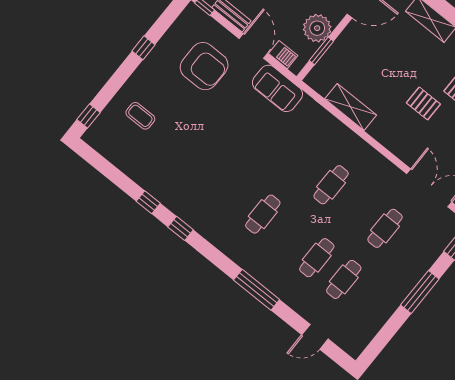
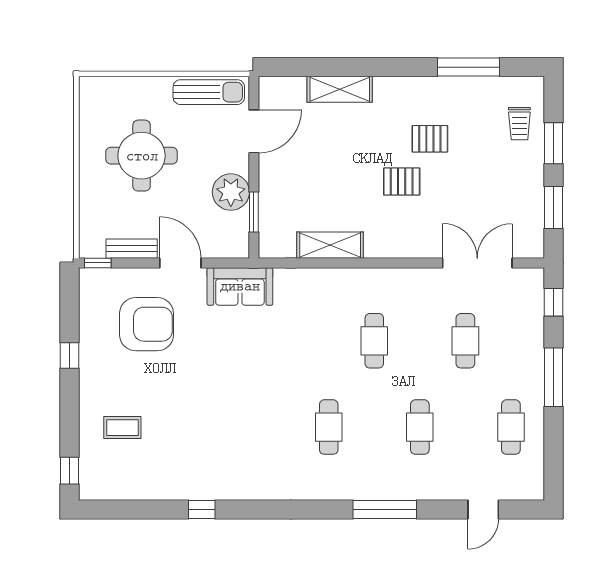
barbecue: (283, 55) -> (218, 247), removed
window: (181, 228) -> (256, 510), removed
cafe table: (344, 279) -> (511, 427), moved

